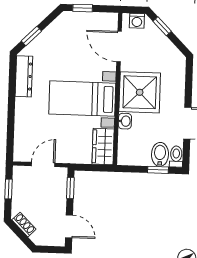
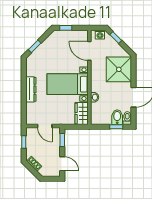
dresser: (24, 76) -> (31, 89), moved
shower: (140, 92) -> (119, 69), moved
door: (43, 164) -> (45, 126), swing flipped

